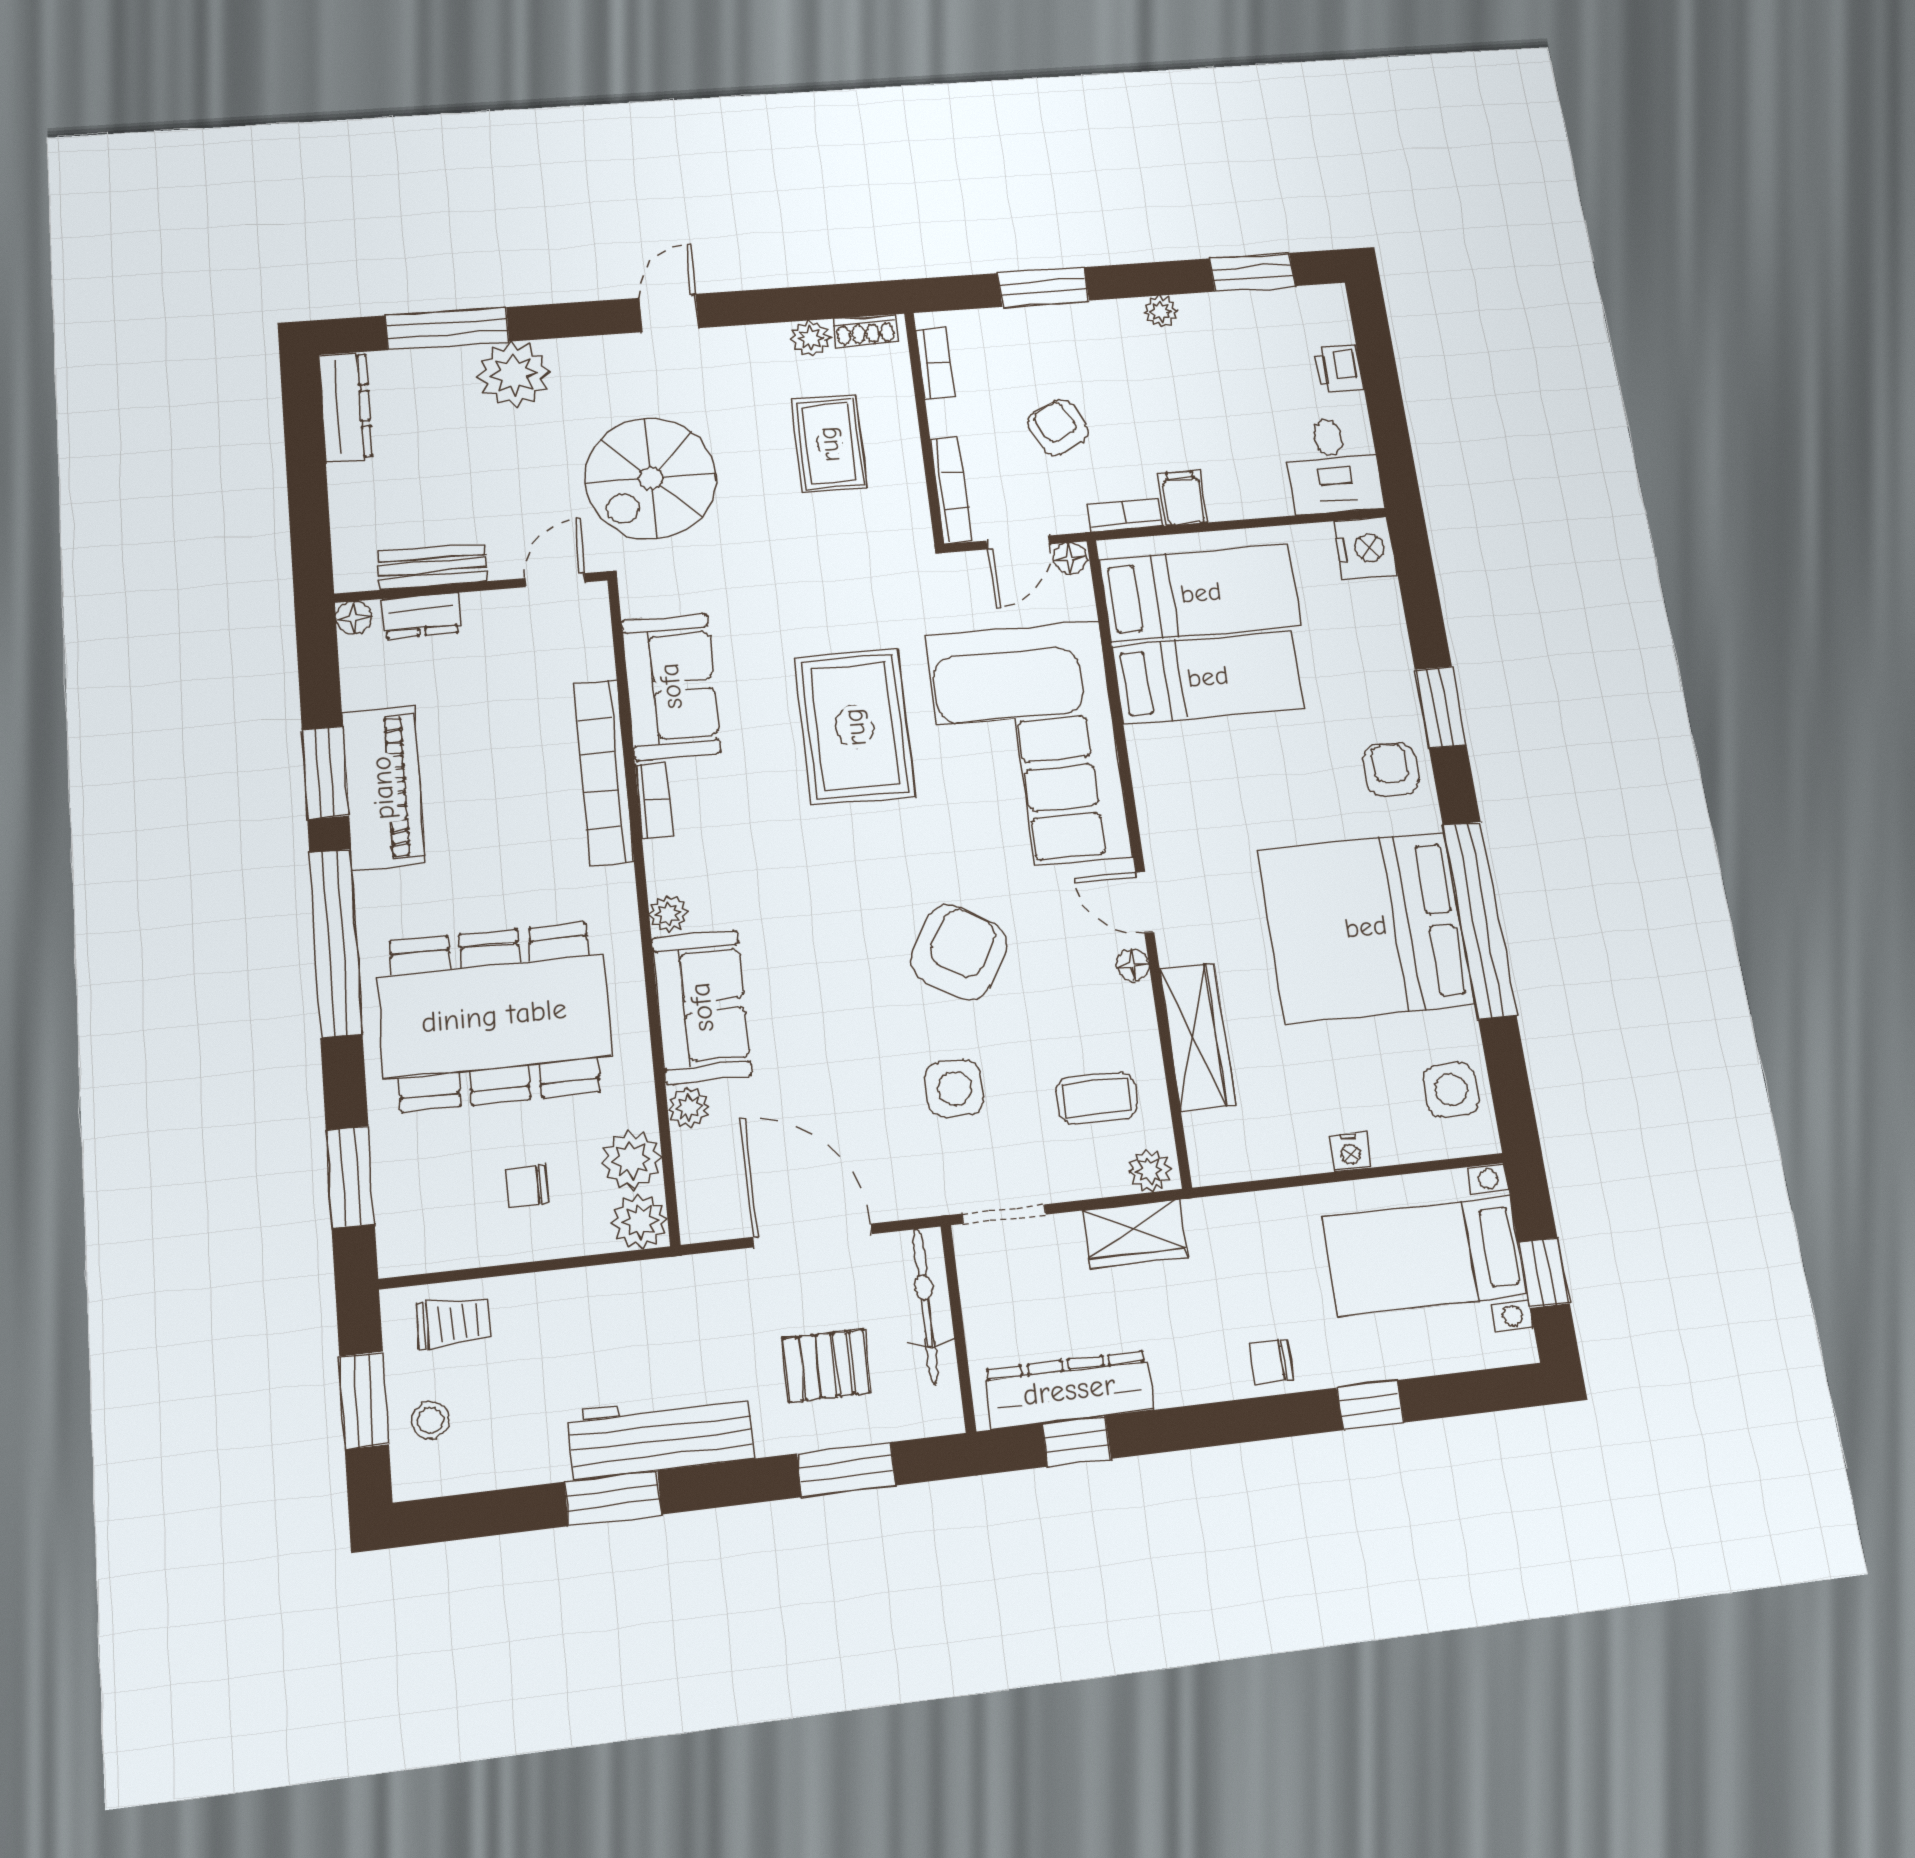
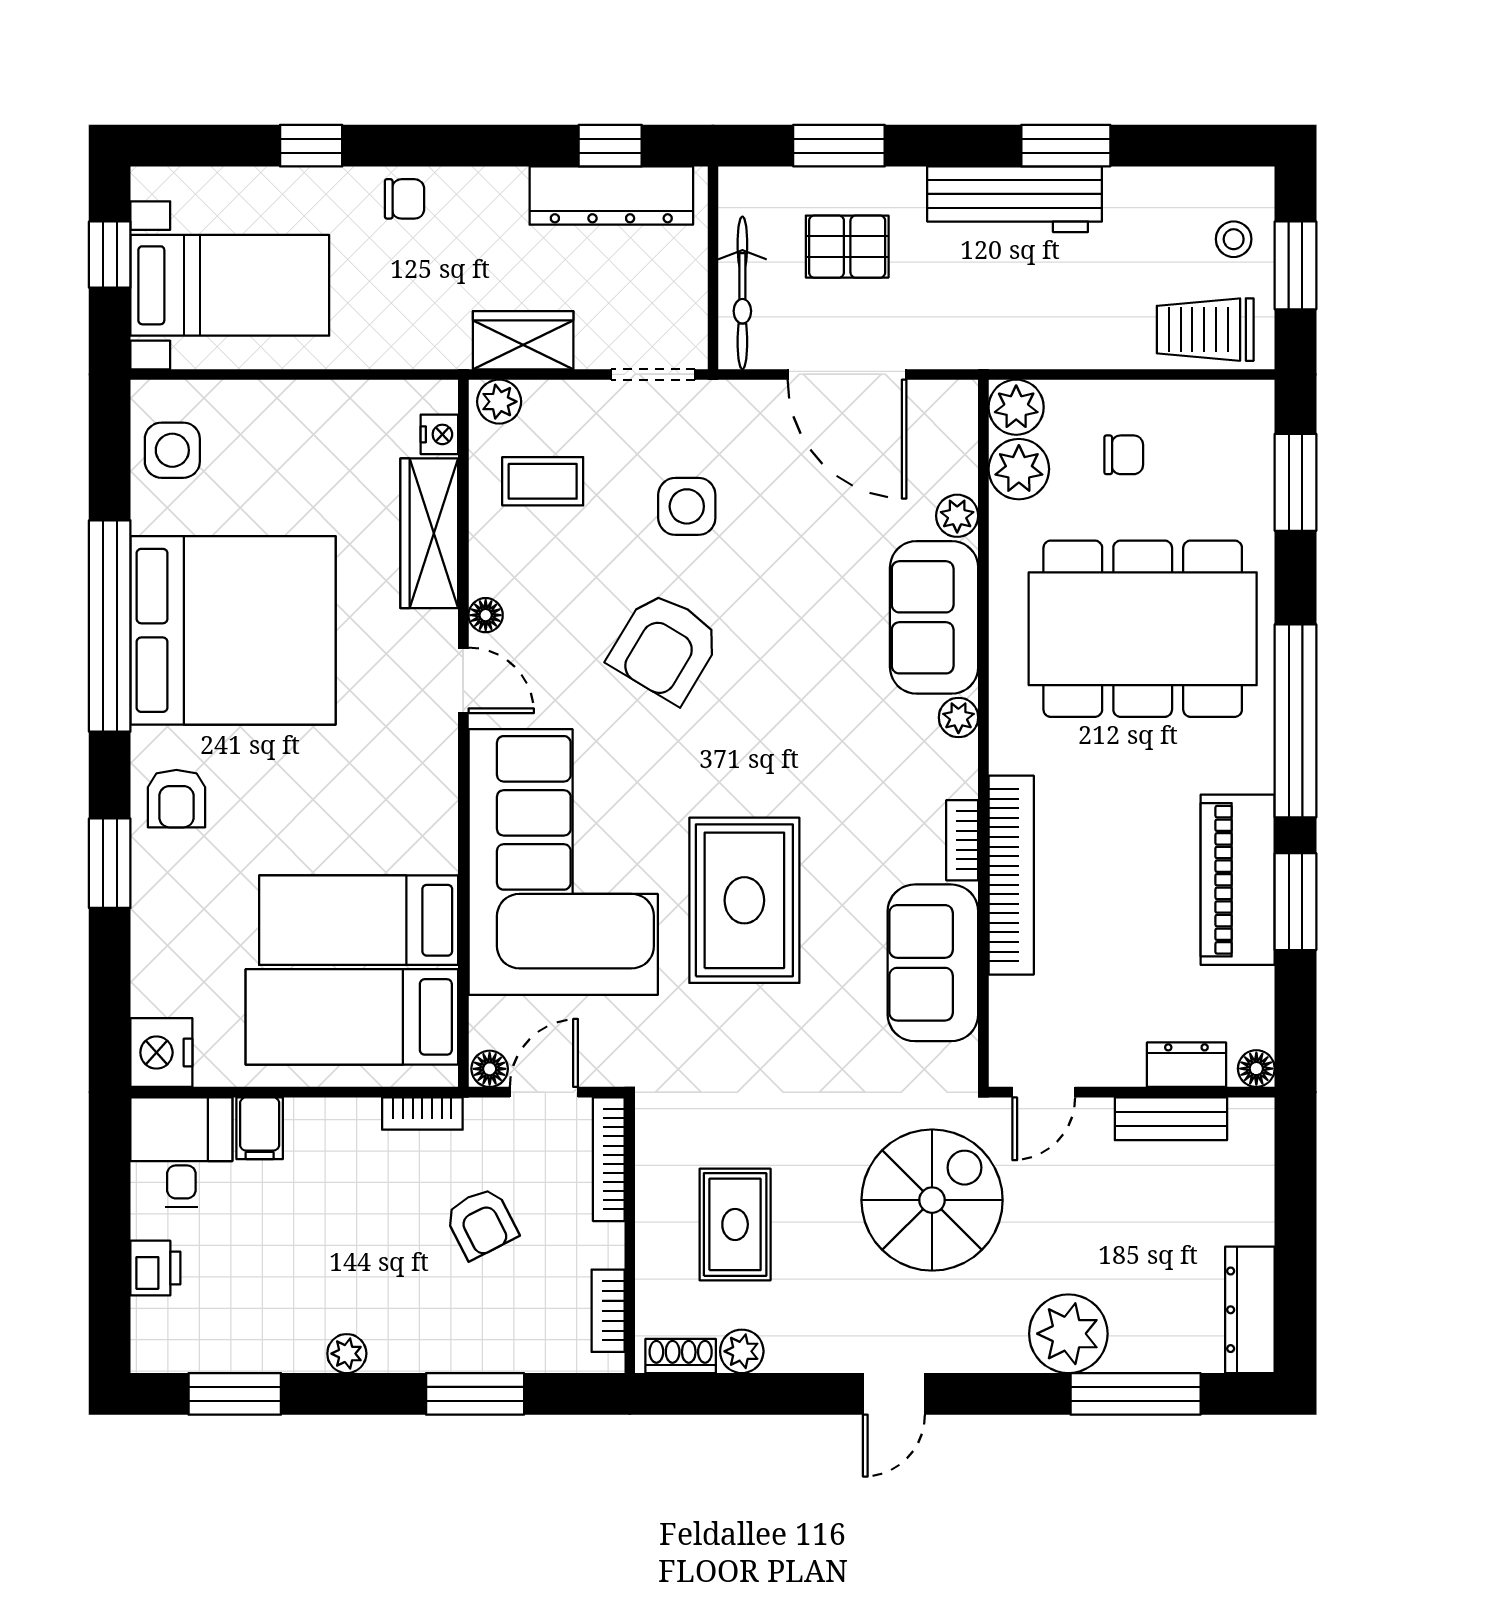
filing cabinet: (1183, 498) -> (260, 1128), moved
nightstand: (1350, 1152) -> (439, 434), moved, turned 90
trolley: (453, 1322) -> (1205, 330), width x1.36, depth x1.39

